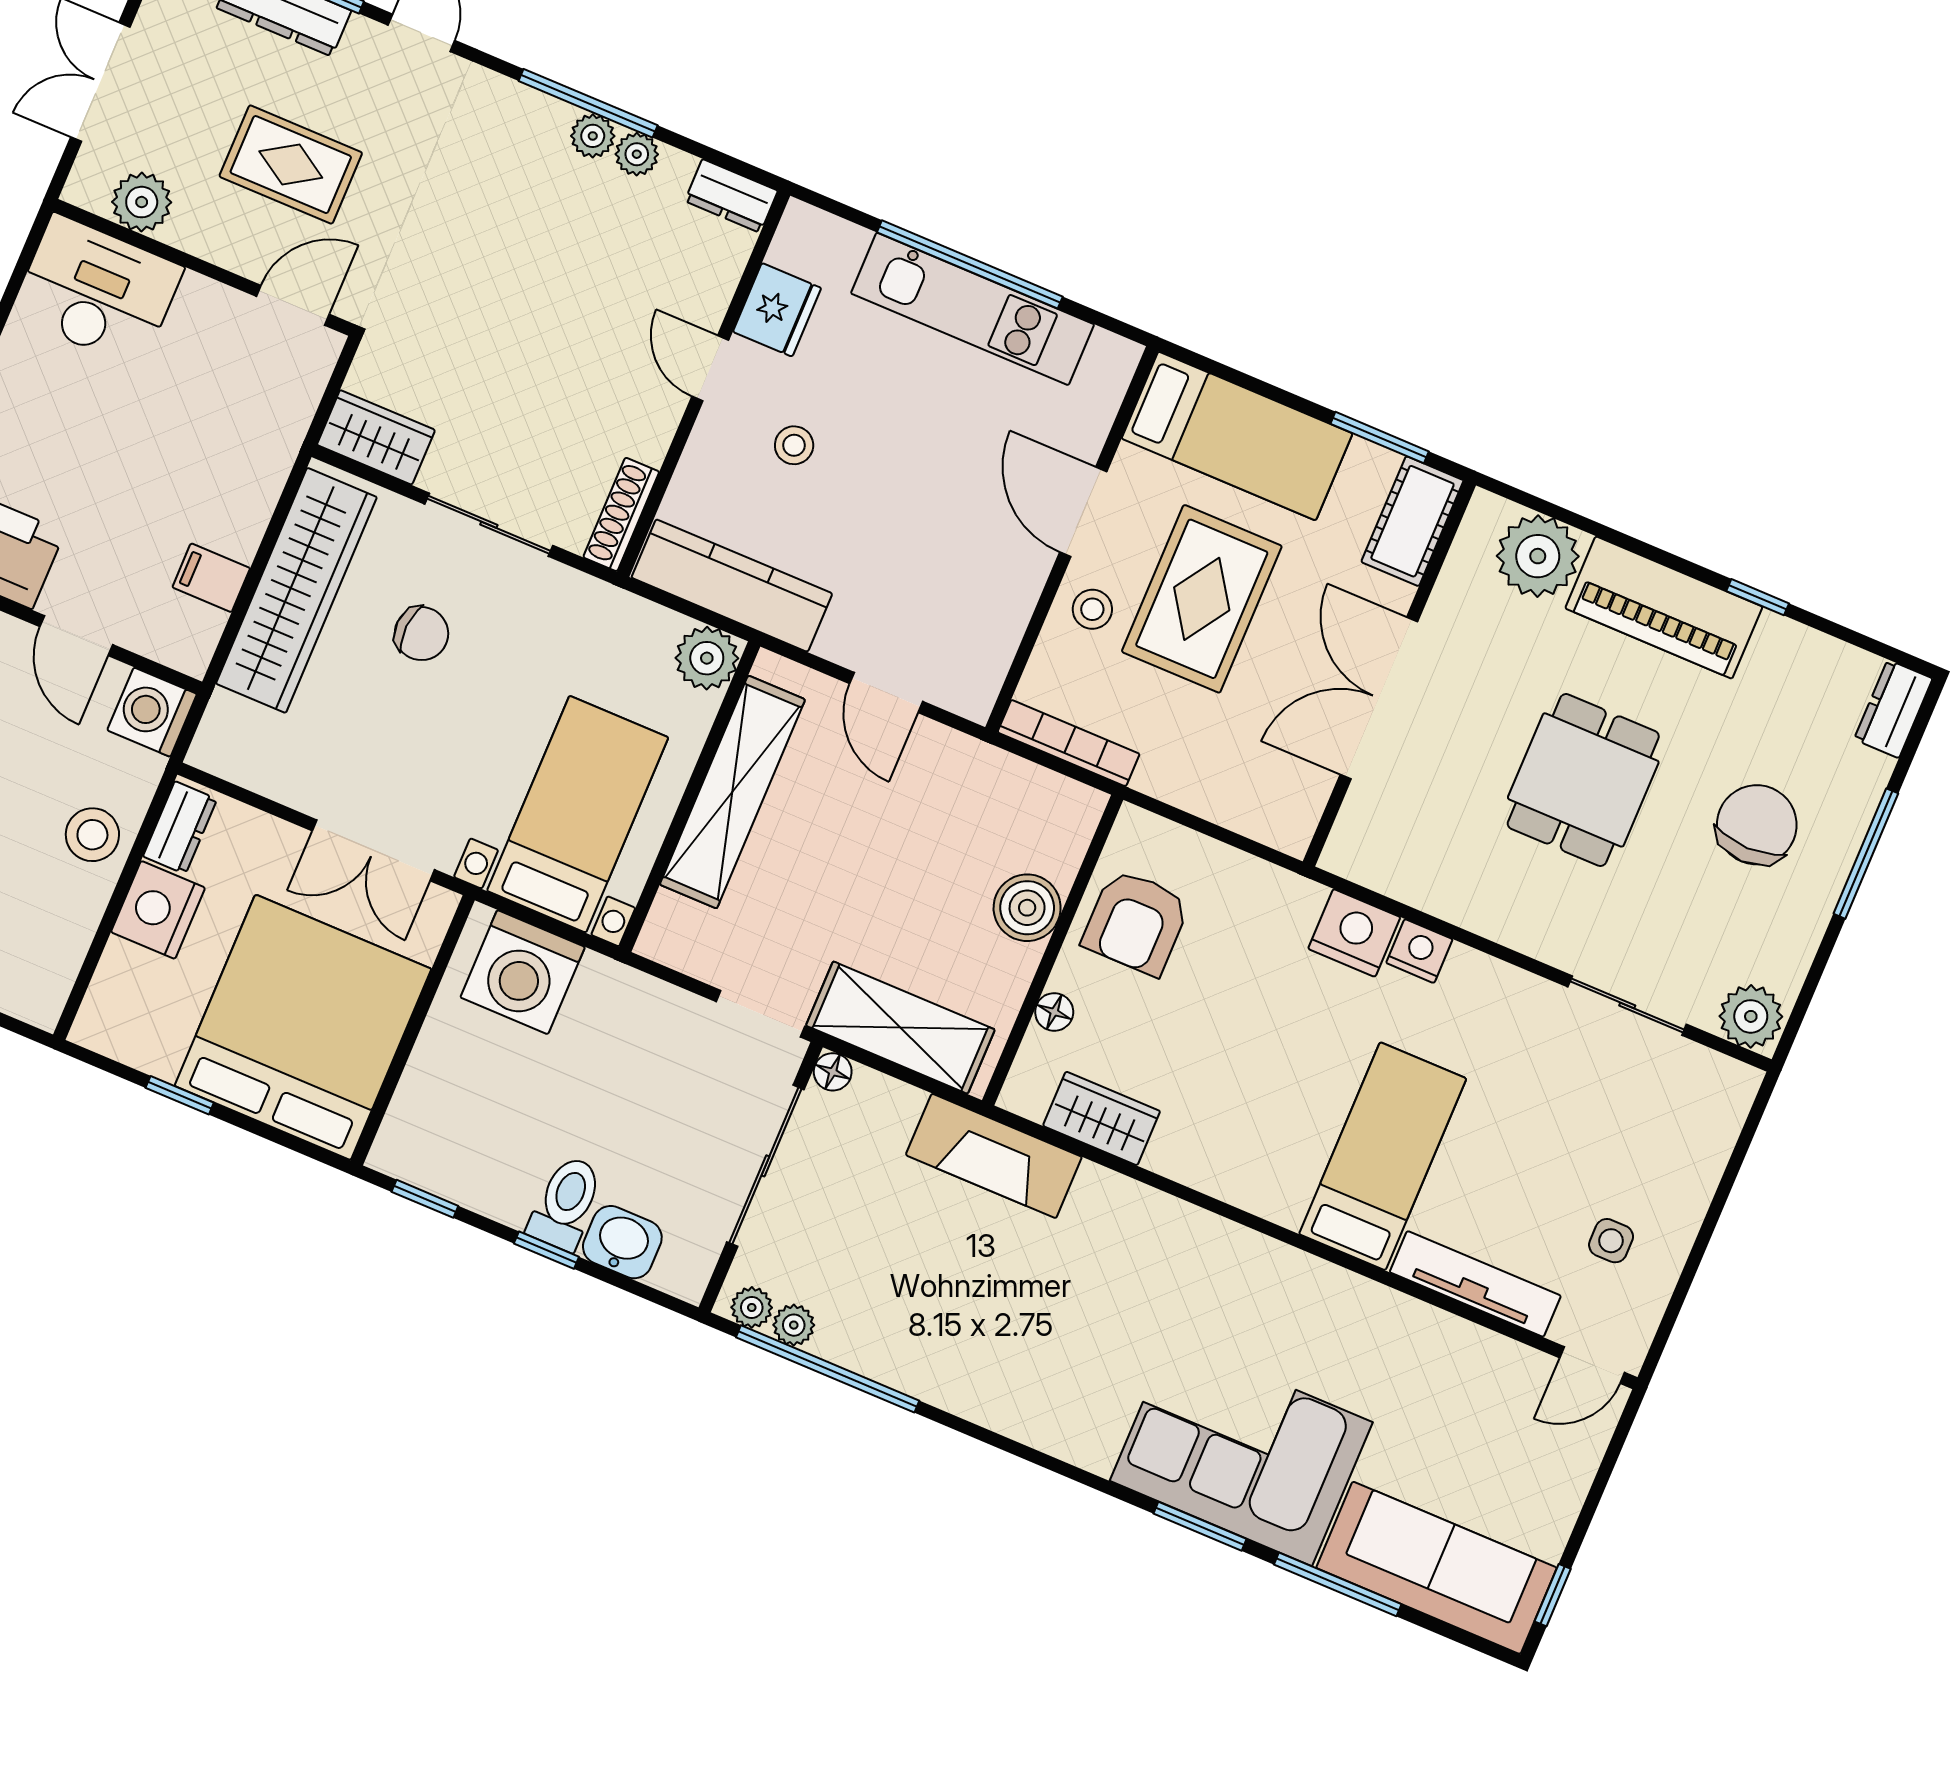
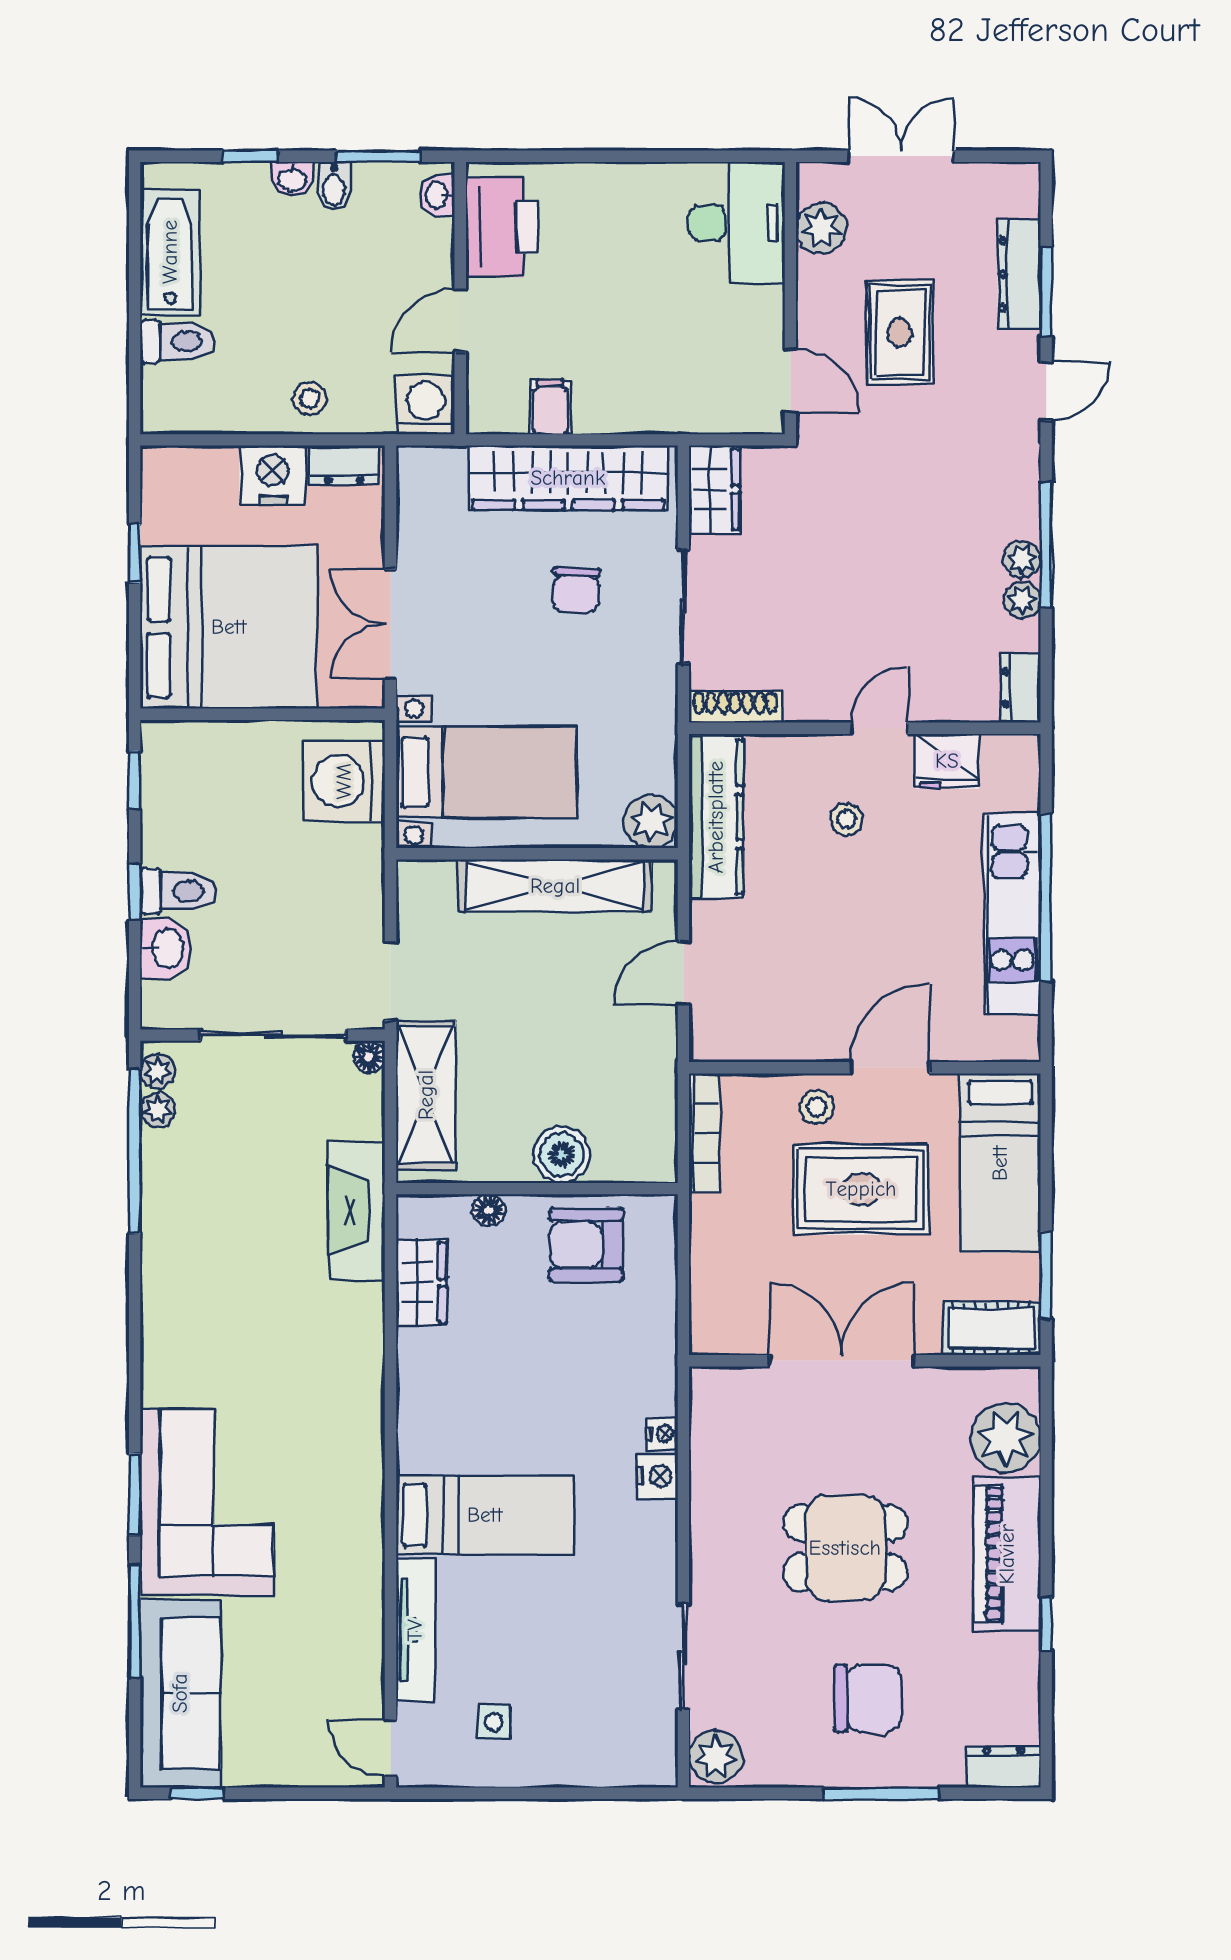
stool: (92, 835) -> (310, 399), width x0.73, depth x0.73
nightstand: (1354, 933) -> (662, 1434), width x0.53, depth x0.56

